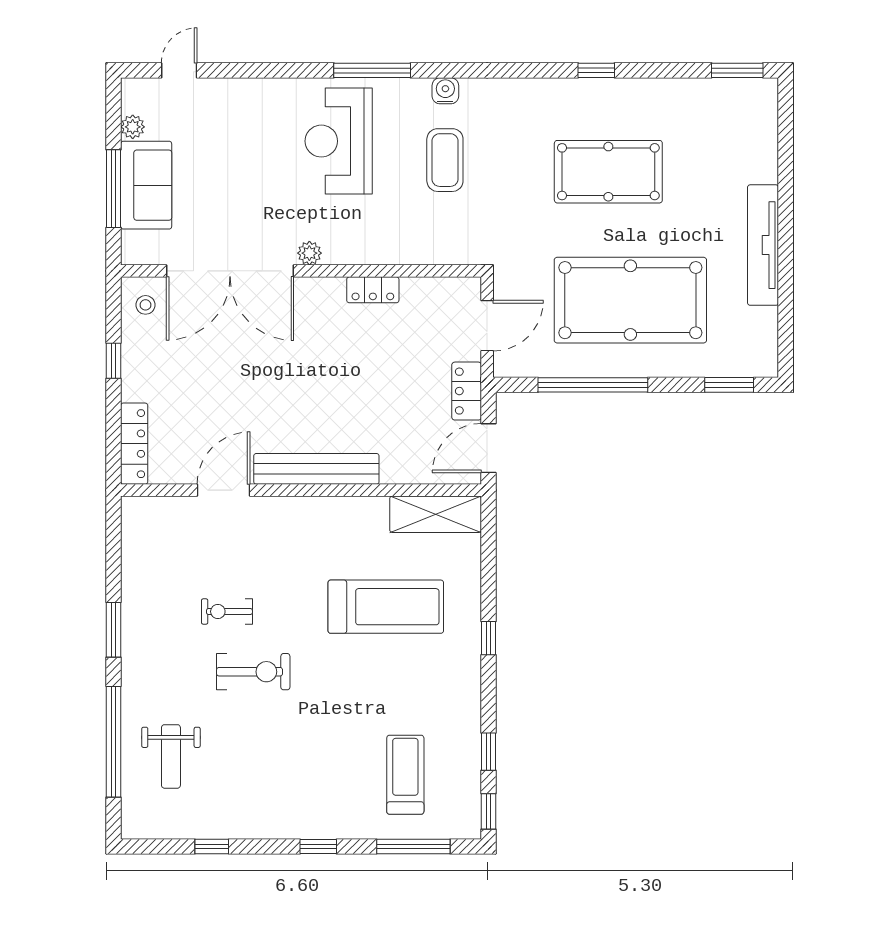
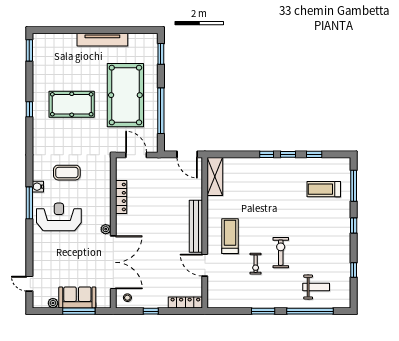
water cooler: (445, 91) -> (38, 187), moved
reception desk: (339, 141) -> (59, 217), turned 180
pool table: (608, 172) -> (72, 104), turned 90
locker: (373, 290) -> (121, 197), width x1.53
locker: (467, 391) -> (163, 163), removed
treadmill: (386, 607) -> (230, 236), moved, width x0.73, depth x0.73
window: (489, 811) -> (288, 154), moved

